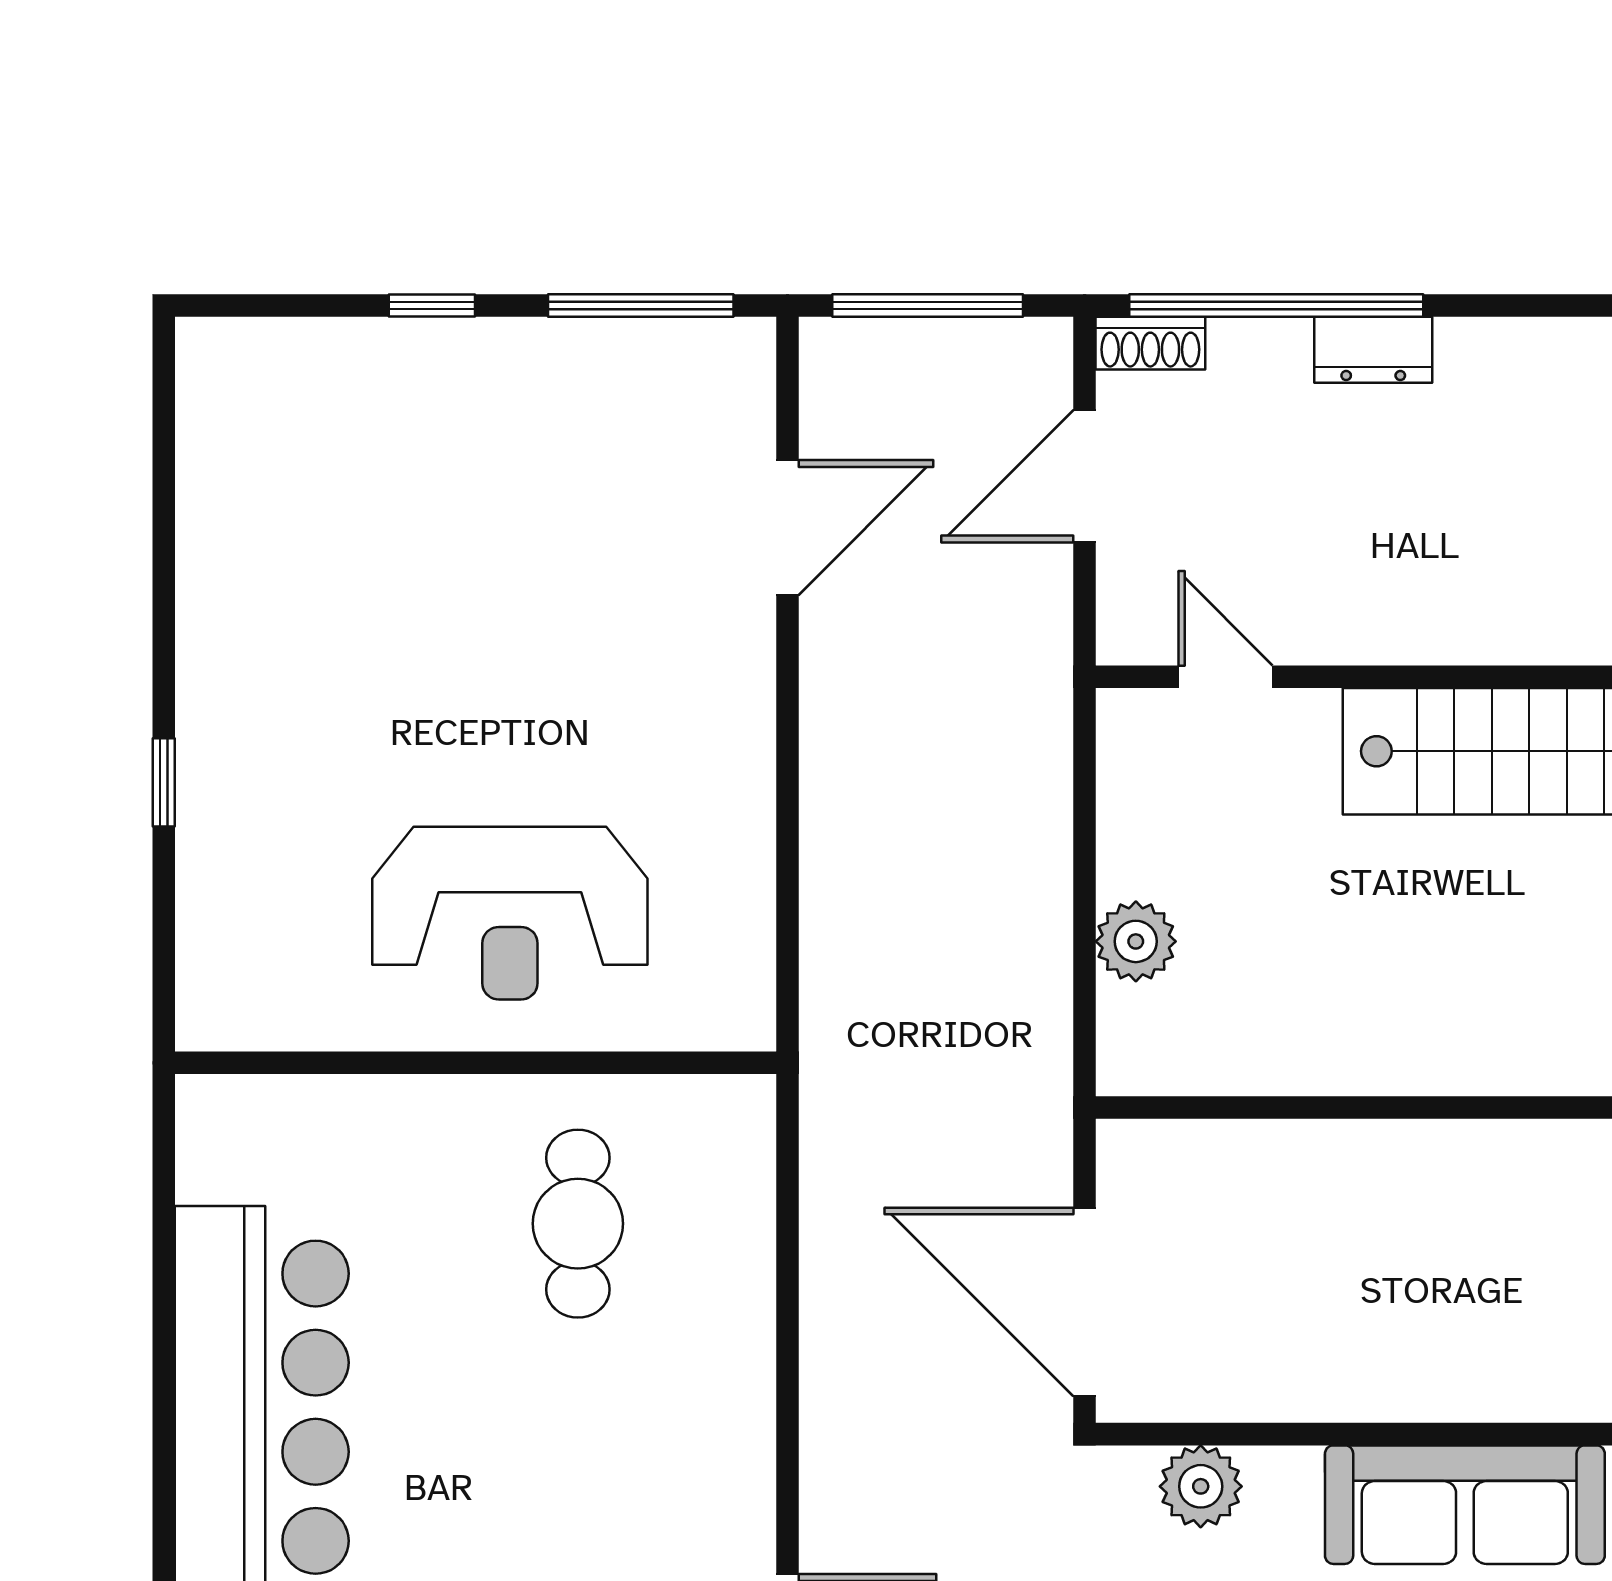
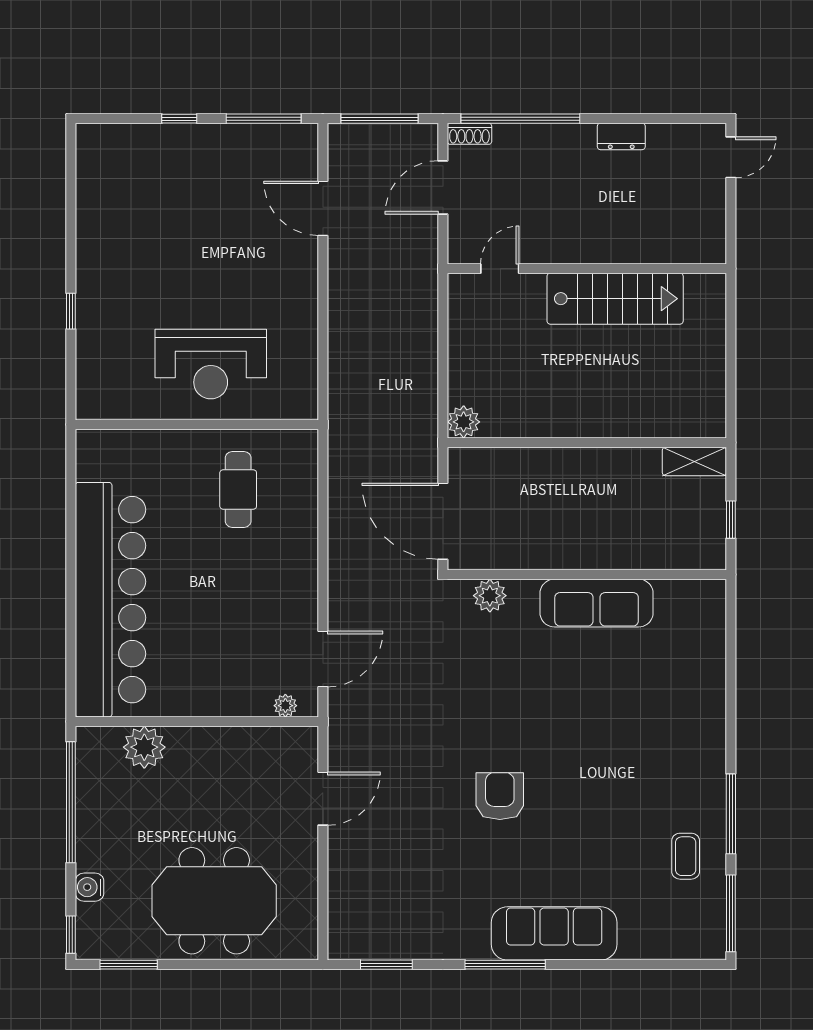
dresser: (1373, 350) -> (621, 136), moved
door: (787, 528) -> (323, 208), swing flipped
door: (1225, 677) -> (500, 269), hinge flipped
plant: (1136, 941) -> (464, 422), moved

